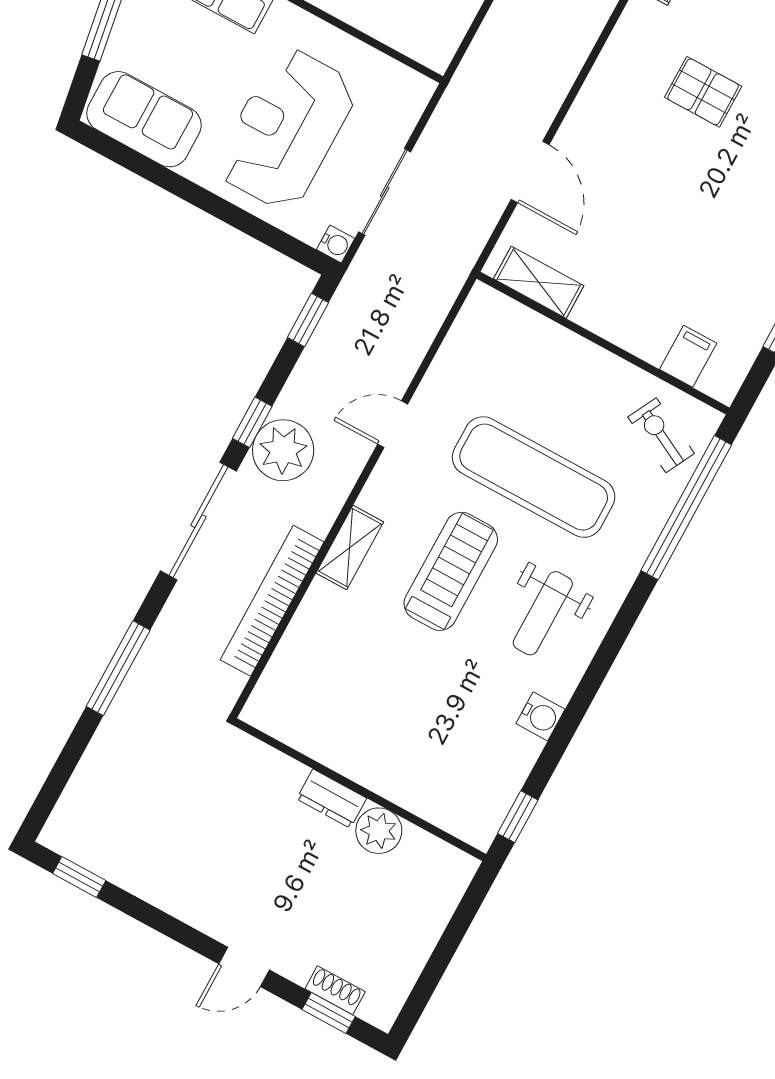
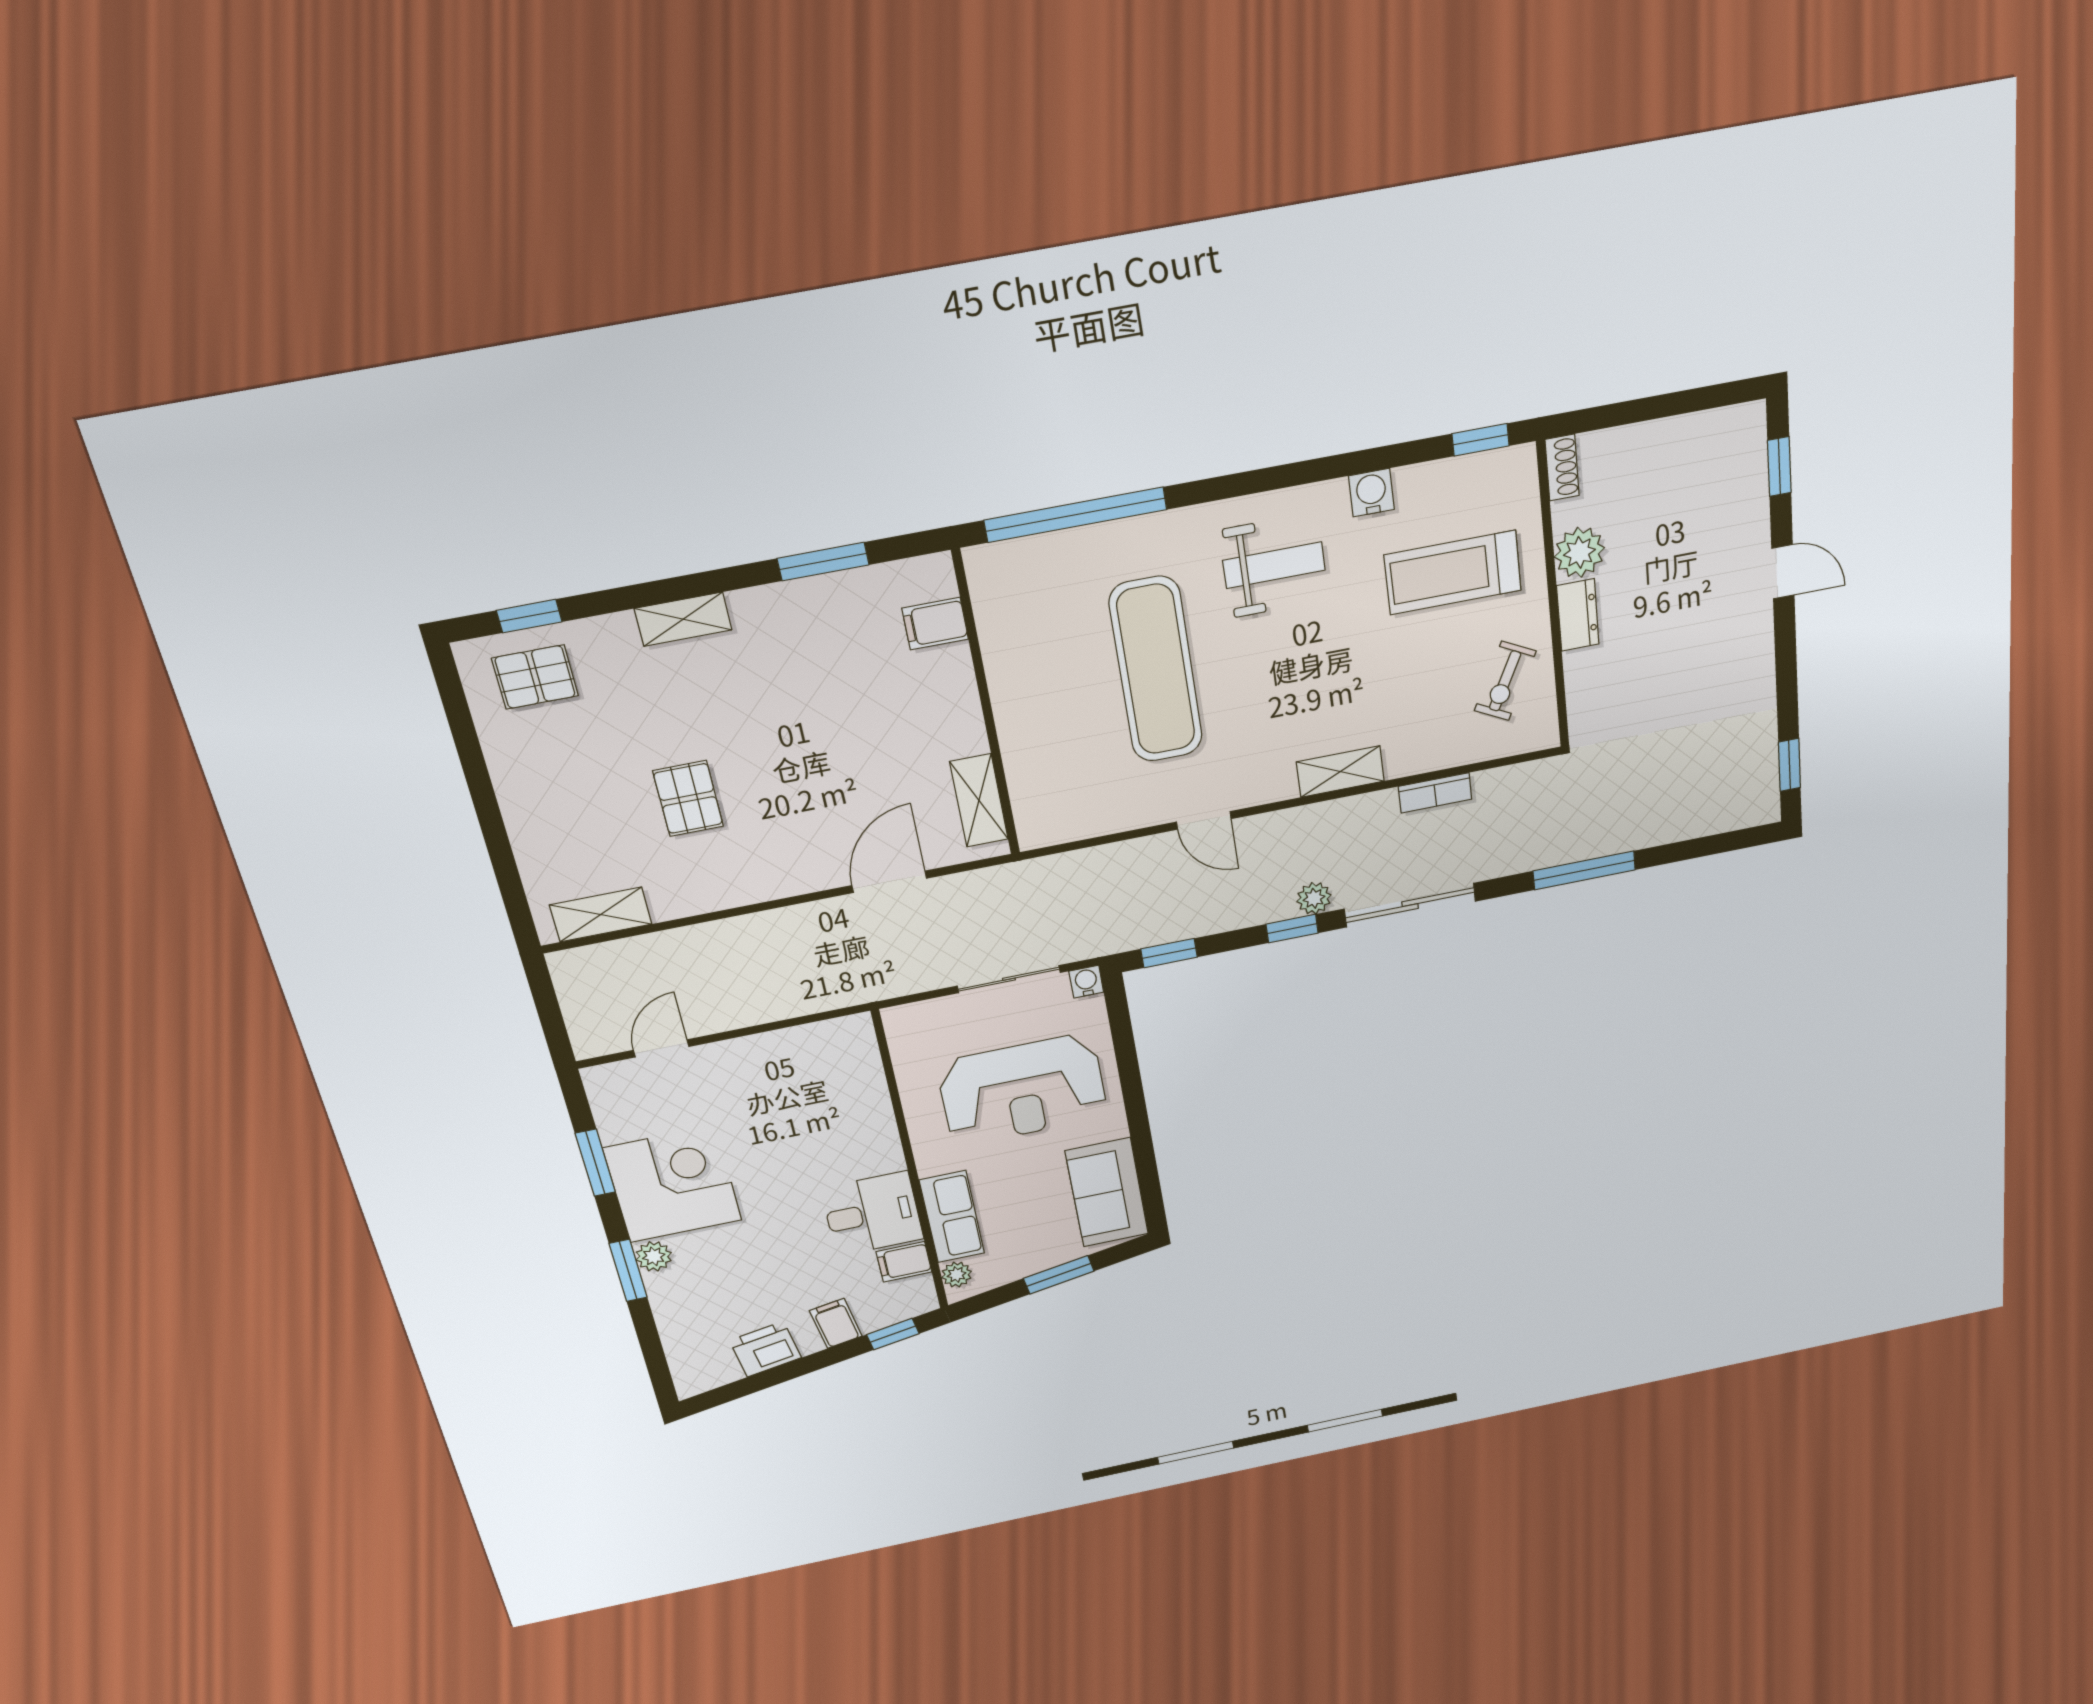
exercise bike: (661, 435) -> (1505, 681), moved
plant: (283, 450) -> (1314, 898), width x0.53, depth x0.53
treadmill: (451, 571) -> (1453, 573), moved
bookcase: (272, 601) -> (1435, 793), width x0.43, depth x0.76
shoe rack: (335, 990) -> (1562, 468), moved, turned 180

